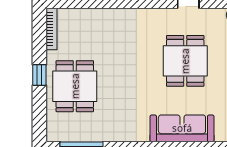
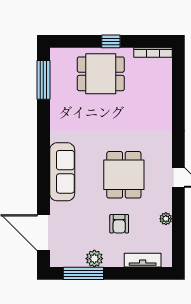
dining table: (185, 61) -> (124, 175), turned 90

